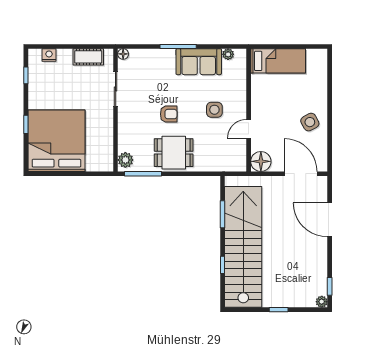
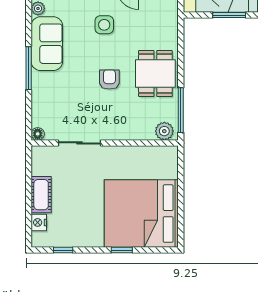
cot: (88, 57) -> (41, 195), moved

